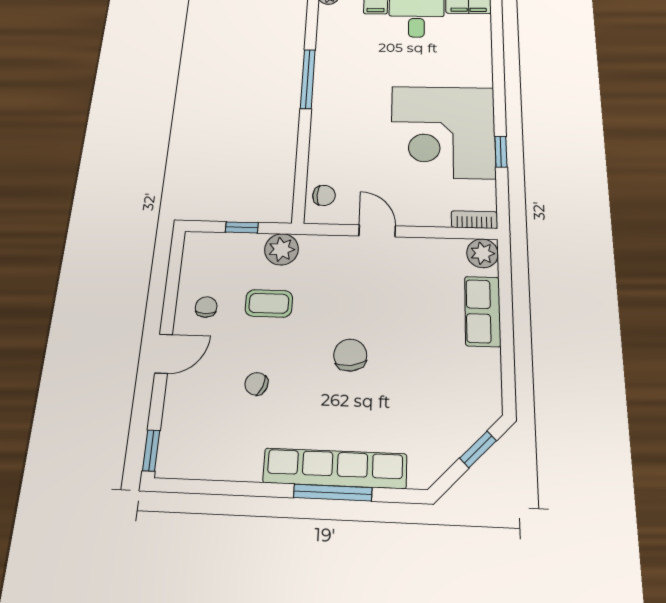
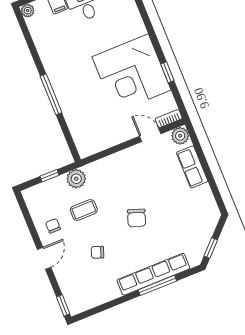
window: (308, 79) -> (51, 94), moved
chair: (324, 195) -> (84, 139), removed
door: (377, 231) -> (150, 135), moved
chair: (350, 355) -> (137, 218), turned -153
window: (478, 449) -> (211, 248), moved

